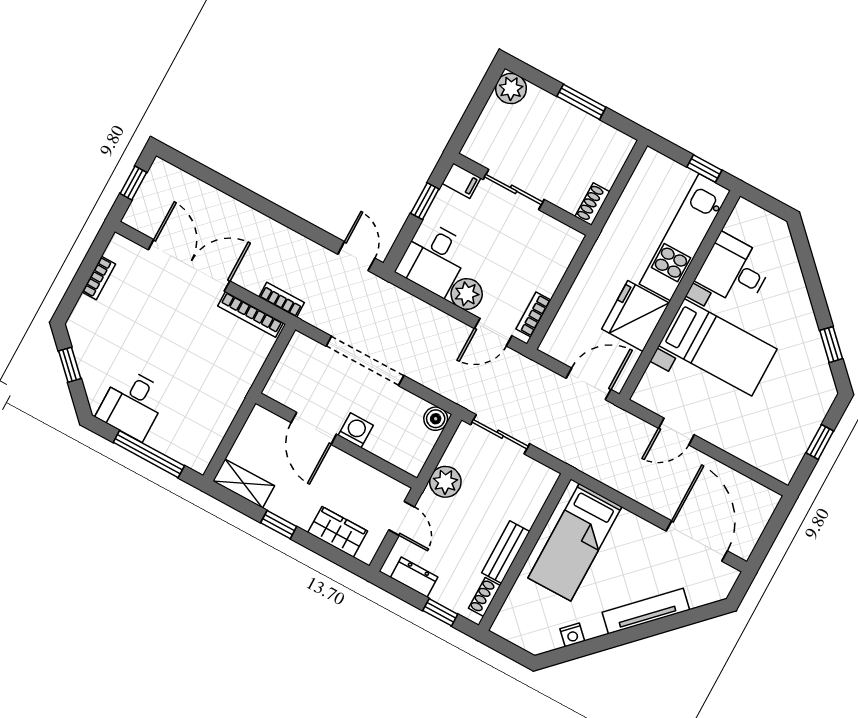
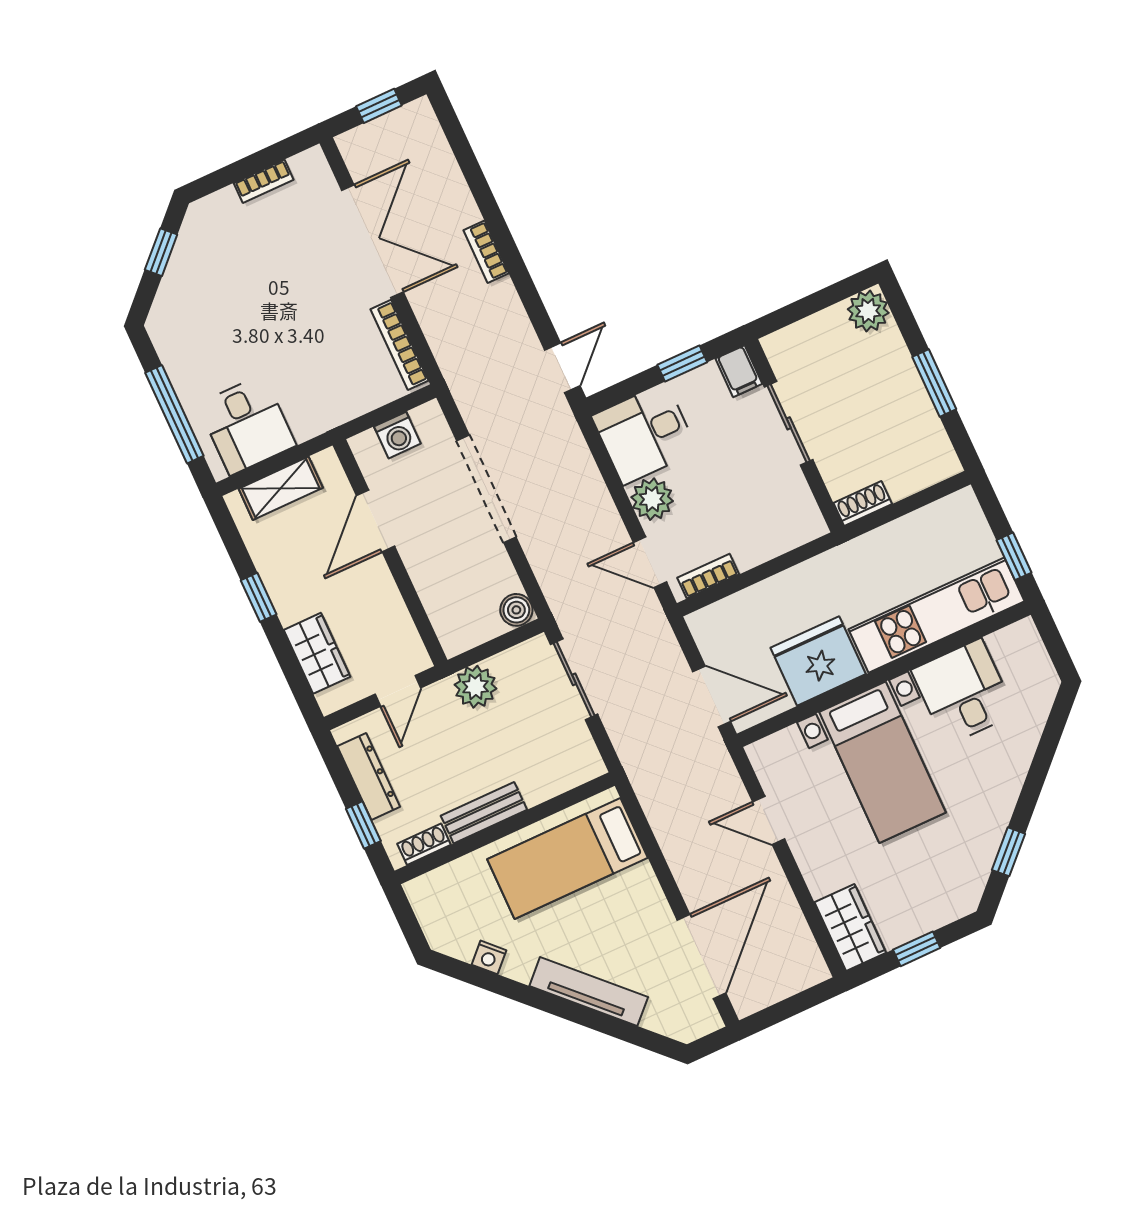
bookcase: (282, 300) -> (486, 252), moved, turned 180
desk: (132, 404) -> (247, 425), moved, turned -90
washing machine: (356, 430) -> (397, 435), moved, turned 90
wardrobe: (771, 459) -> (850, 927), added
shelving: (244, 483) -> (281, 488), moved, turned 90
dresser: (414, 577) -> (369, 776), width x1.44

